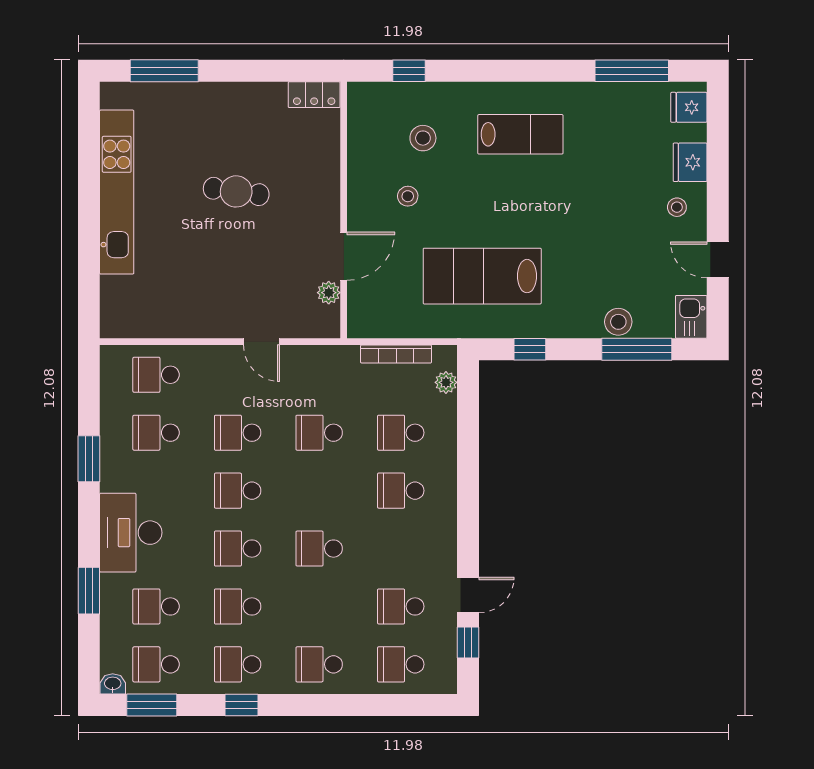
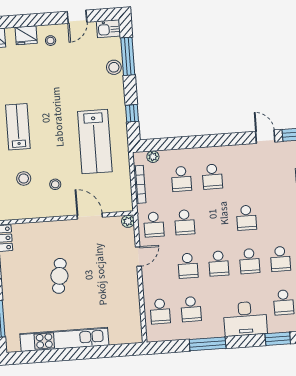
plant: (329, 293) -> (128, 221), moved
window: (89, 459) -> (208, 344), width x1.44
school desk: (401, 606) -> (154, 225), moved

